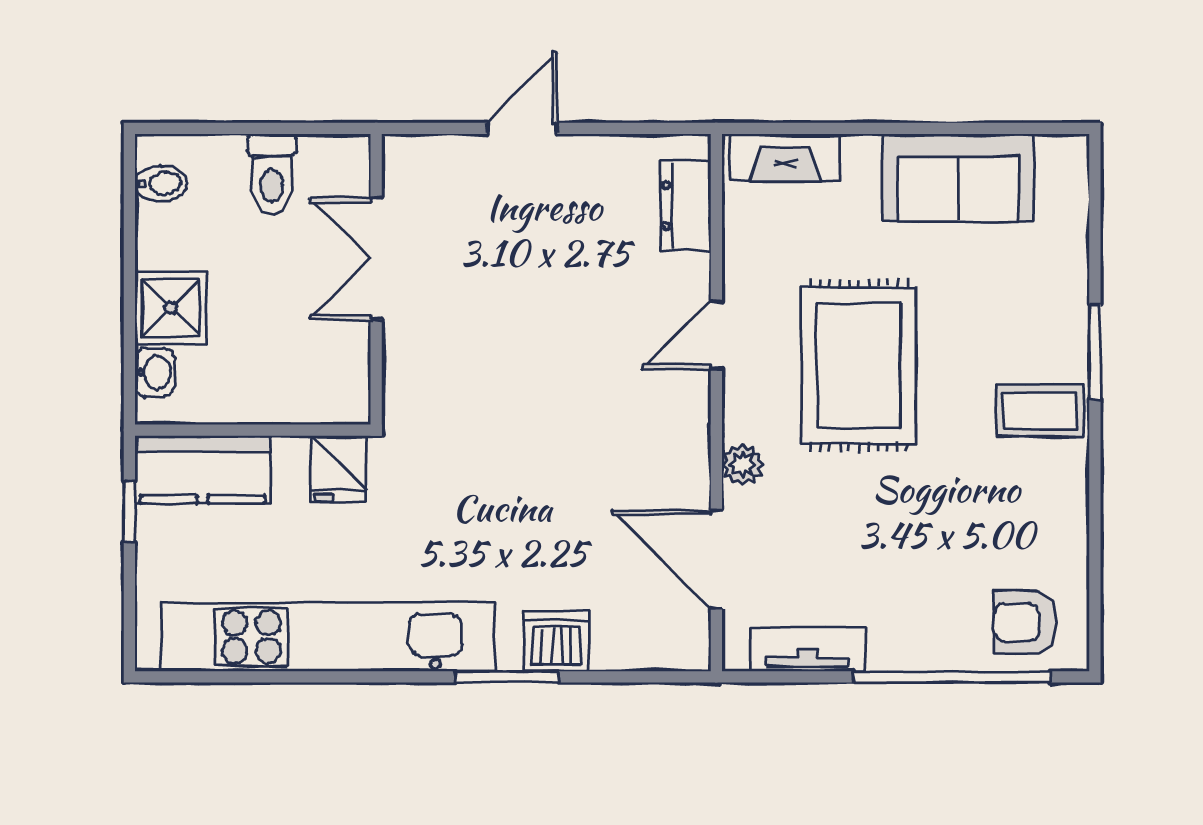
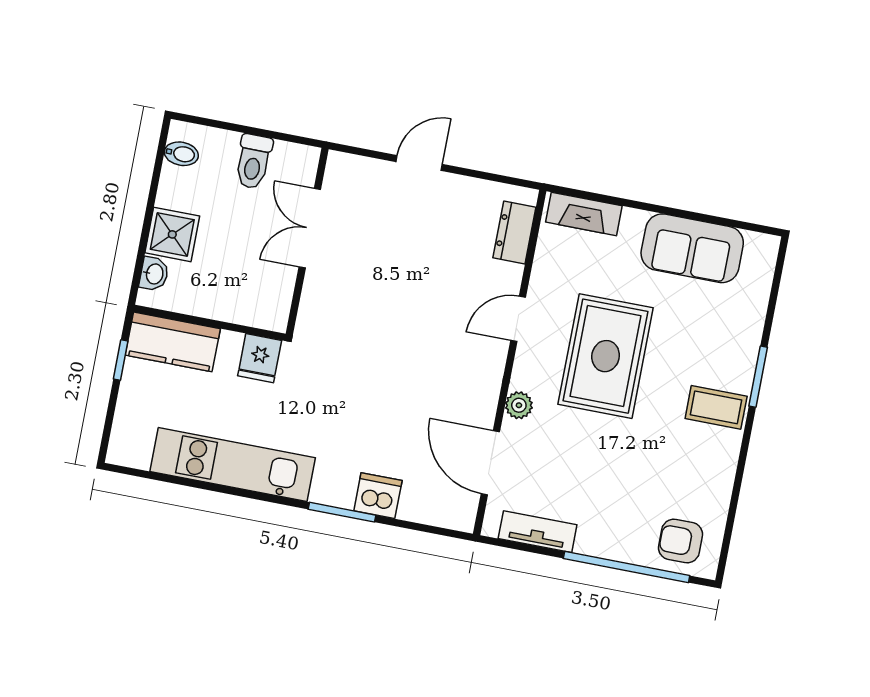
kitchen unit: (328, 637) -> (233, 465), width x0.73

